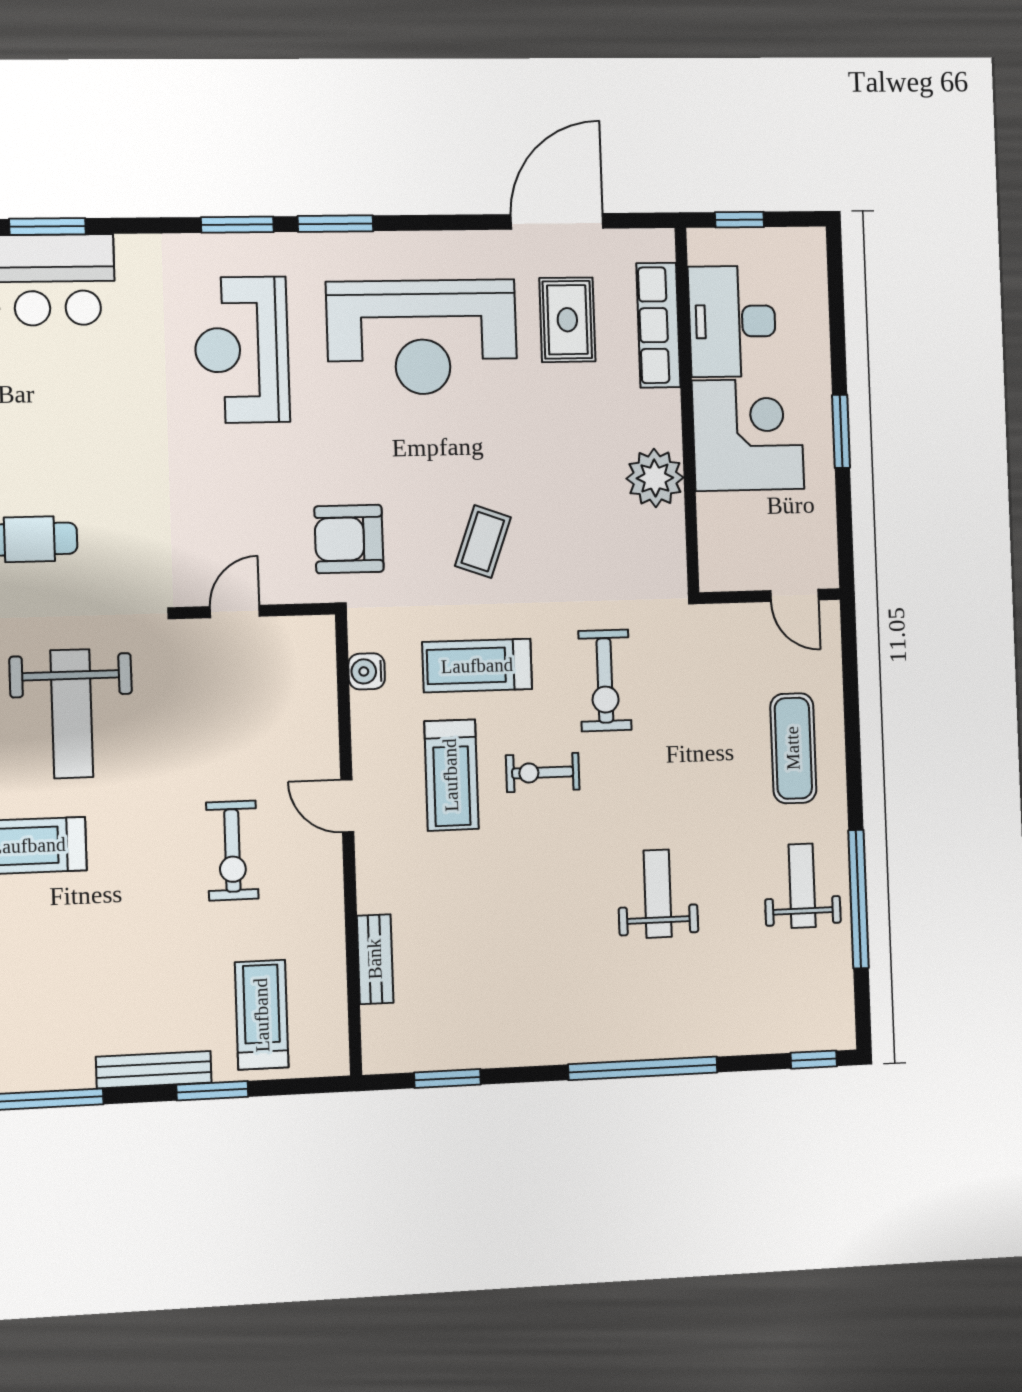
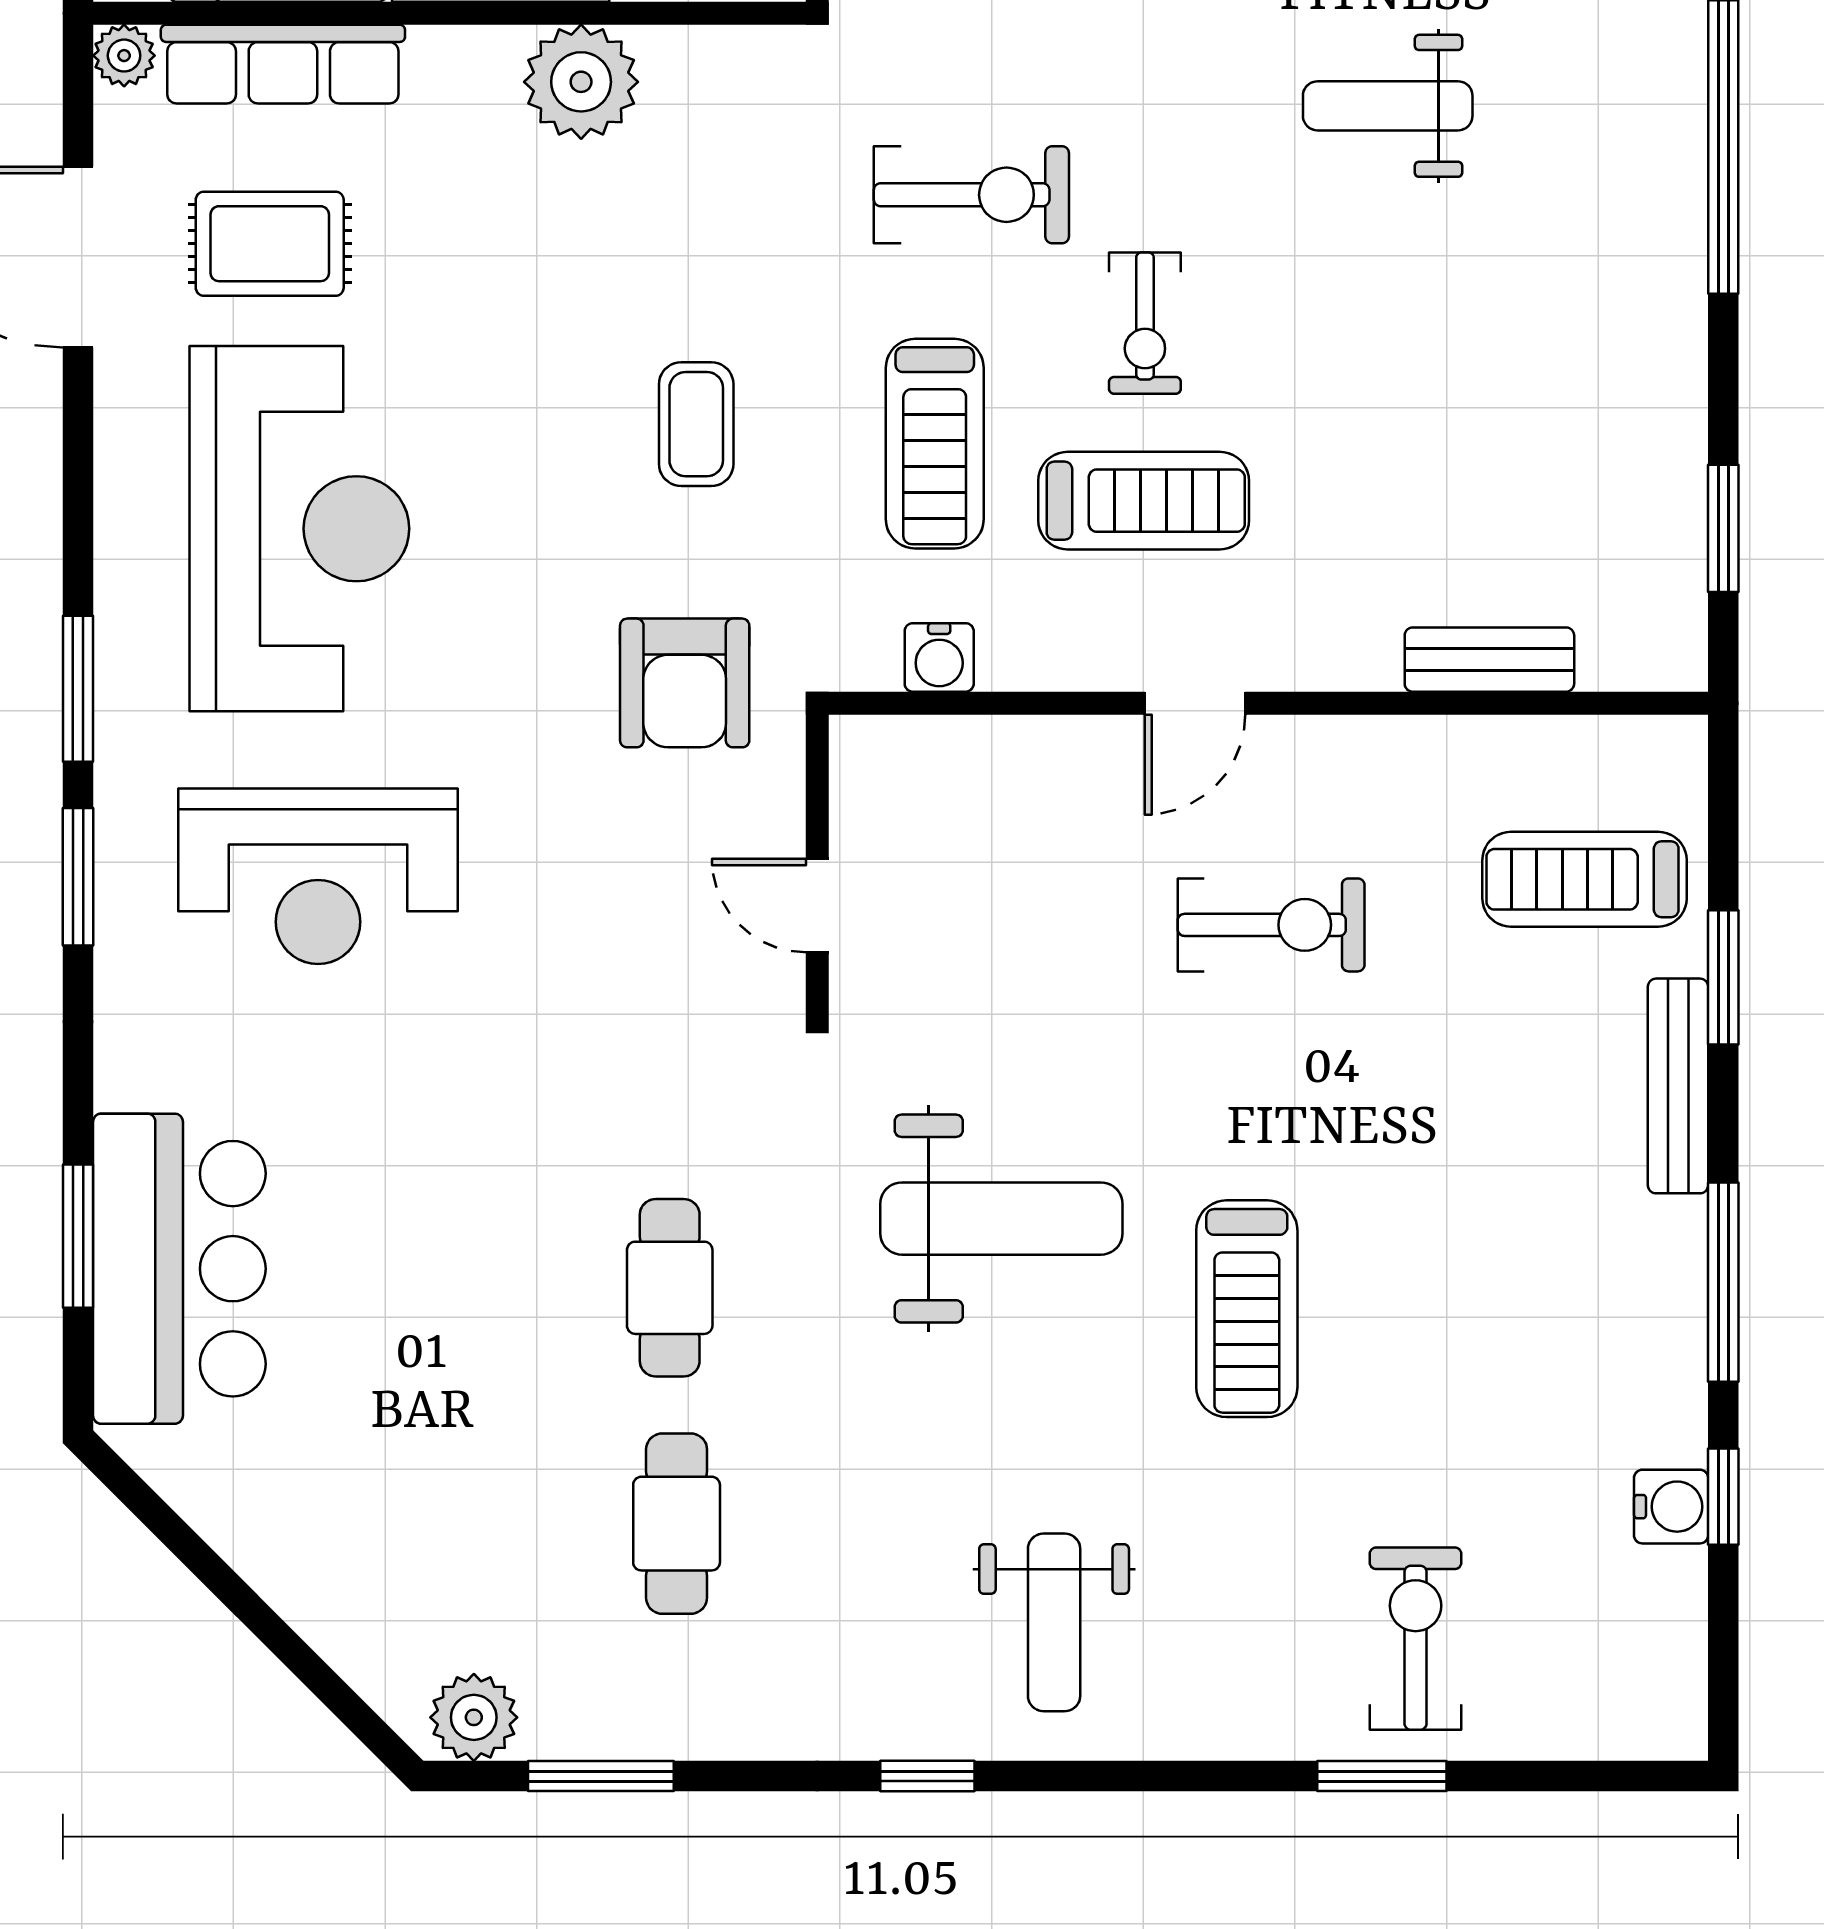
plant: (660, 244) -> (124, 56), added
coffee table: (483, 542) -> (696, 424), turned 70

